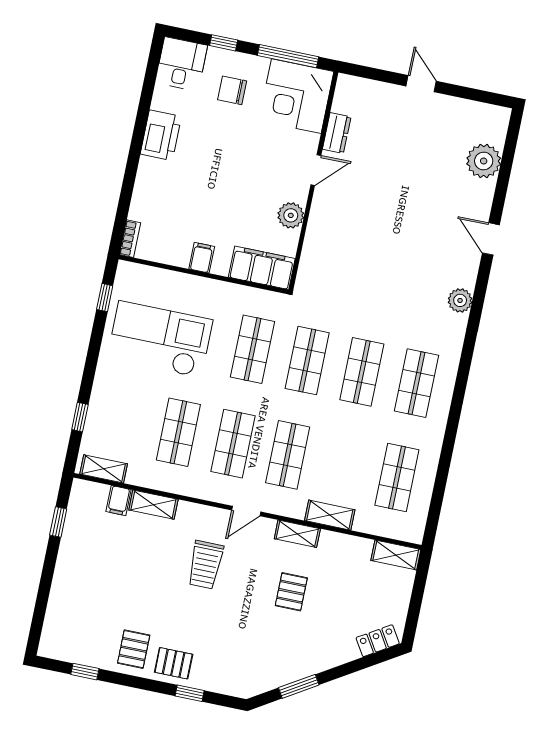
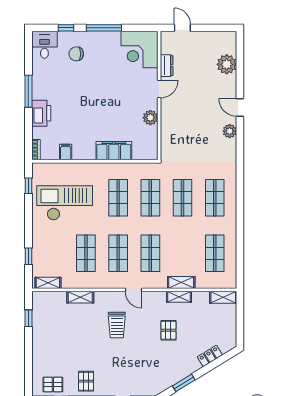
corner desk: (296, 96) -> (140, 50), moved
dresser: (337, 133) -> (167, 66), moved
printer: (161, 135) -> (41, 113), moved
window: (138, 137) -> (28, 91), added
door: (316, 170) -> (159, 89), moved
wall: (314, 181) -> (159, 96), moved
plant: (291, 215) -> (150, 118), moved
filing cabinet: (202, 258) -> (66, 152), moved
plant: (460, 300) -> (230, 131), moved
filing cabinet: (119, 501) -> (60, 299), removed
door: (246, 511) -> (133, 290), hinge flipped
shelving: (297, 534) -> (179, 297), moved
locker: (378, 641) -> (210, 356), moved
pallet: (174, 663) -> (53, 385), moved

